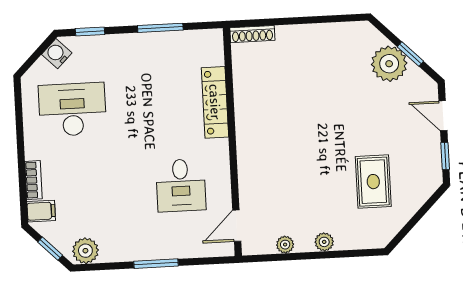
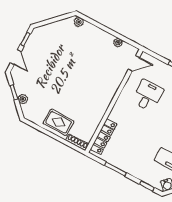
plant: (389, 64) -> (23, 99), width x0.53, depth x0.53
locker: (215, 102) -> (104, 137), moved
rug: (373, 182) -> (59, 122), moved, turned 90
plant: (324, 242) -> (79, 22), moved

